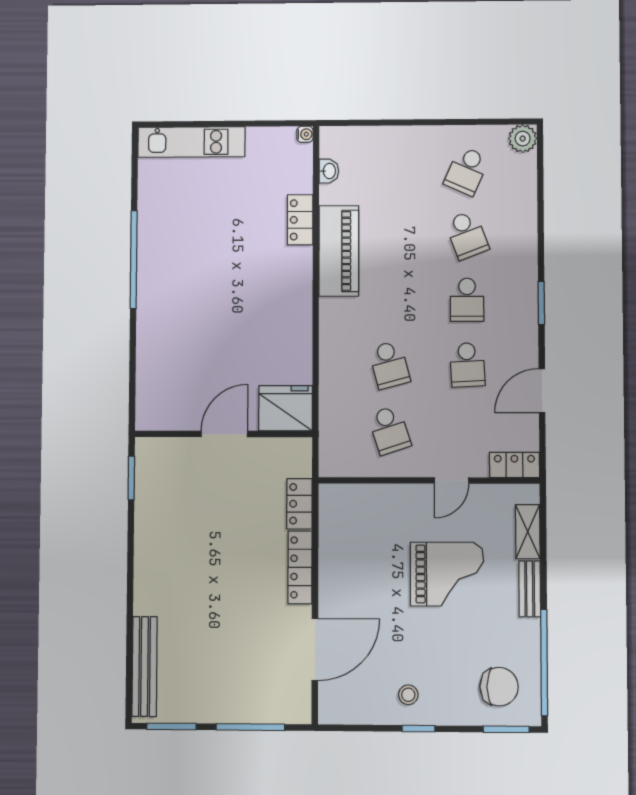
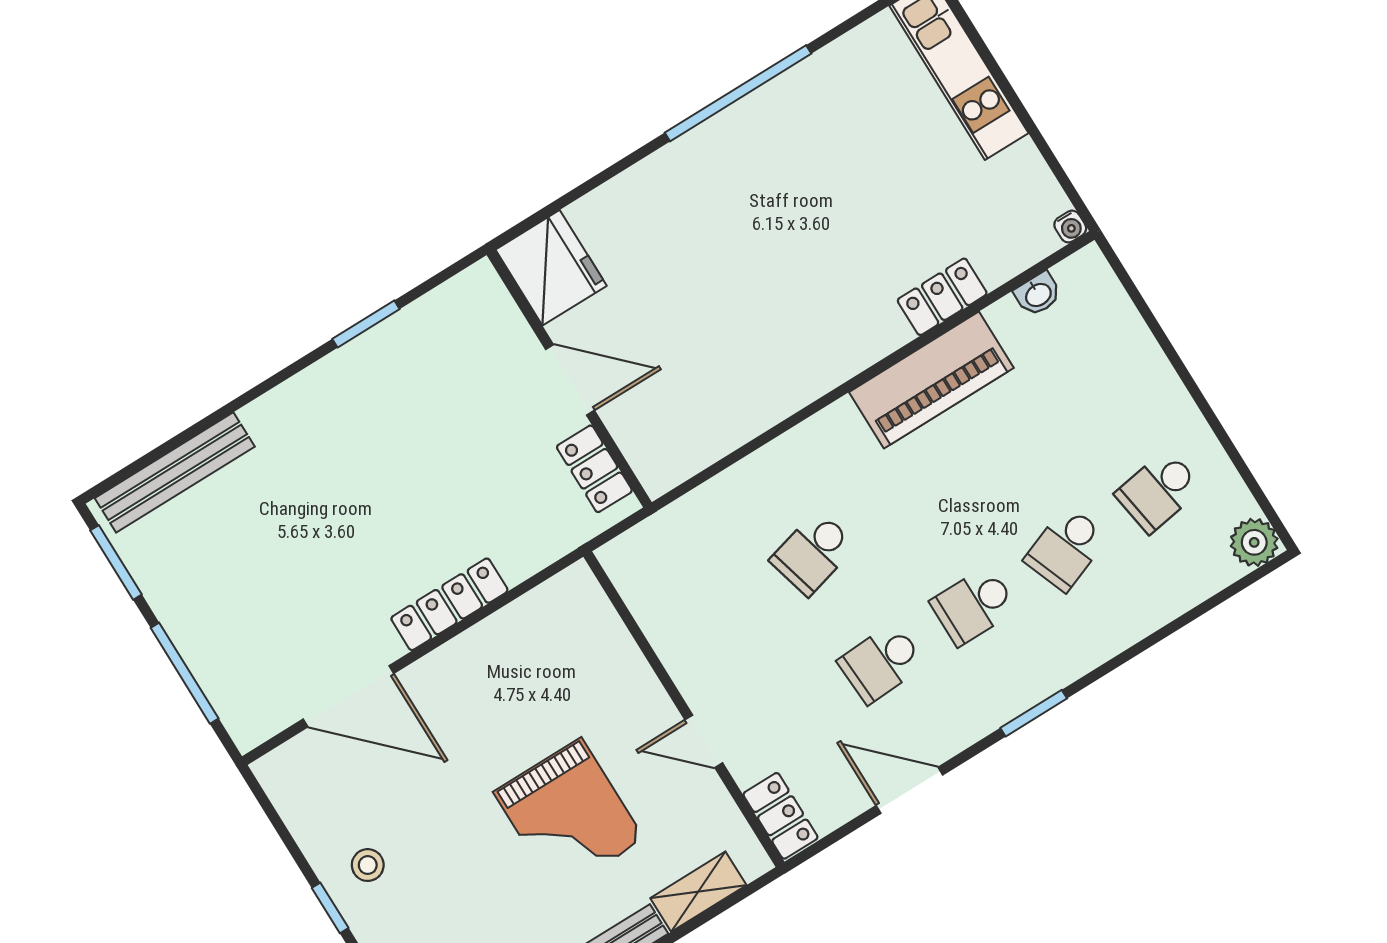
school desk: (466, 171) -> (1158, 491), turned -33
fridge: (286, 408) -> (551, 268), moved
school desk: (389, 430) -> (721, 610), removed
window: (131, 478) -> (366, 324), moved
locker: (299, 504) -> (594, 469), moved, turned -90

